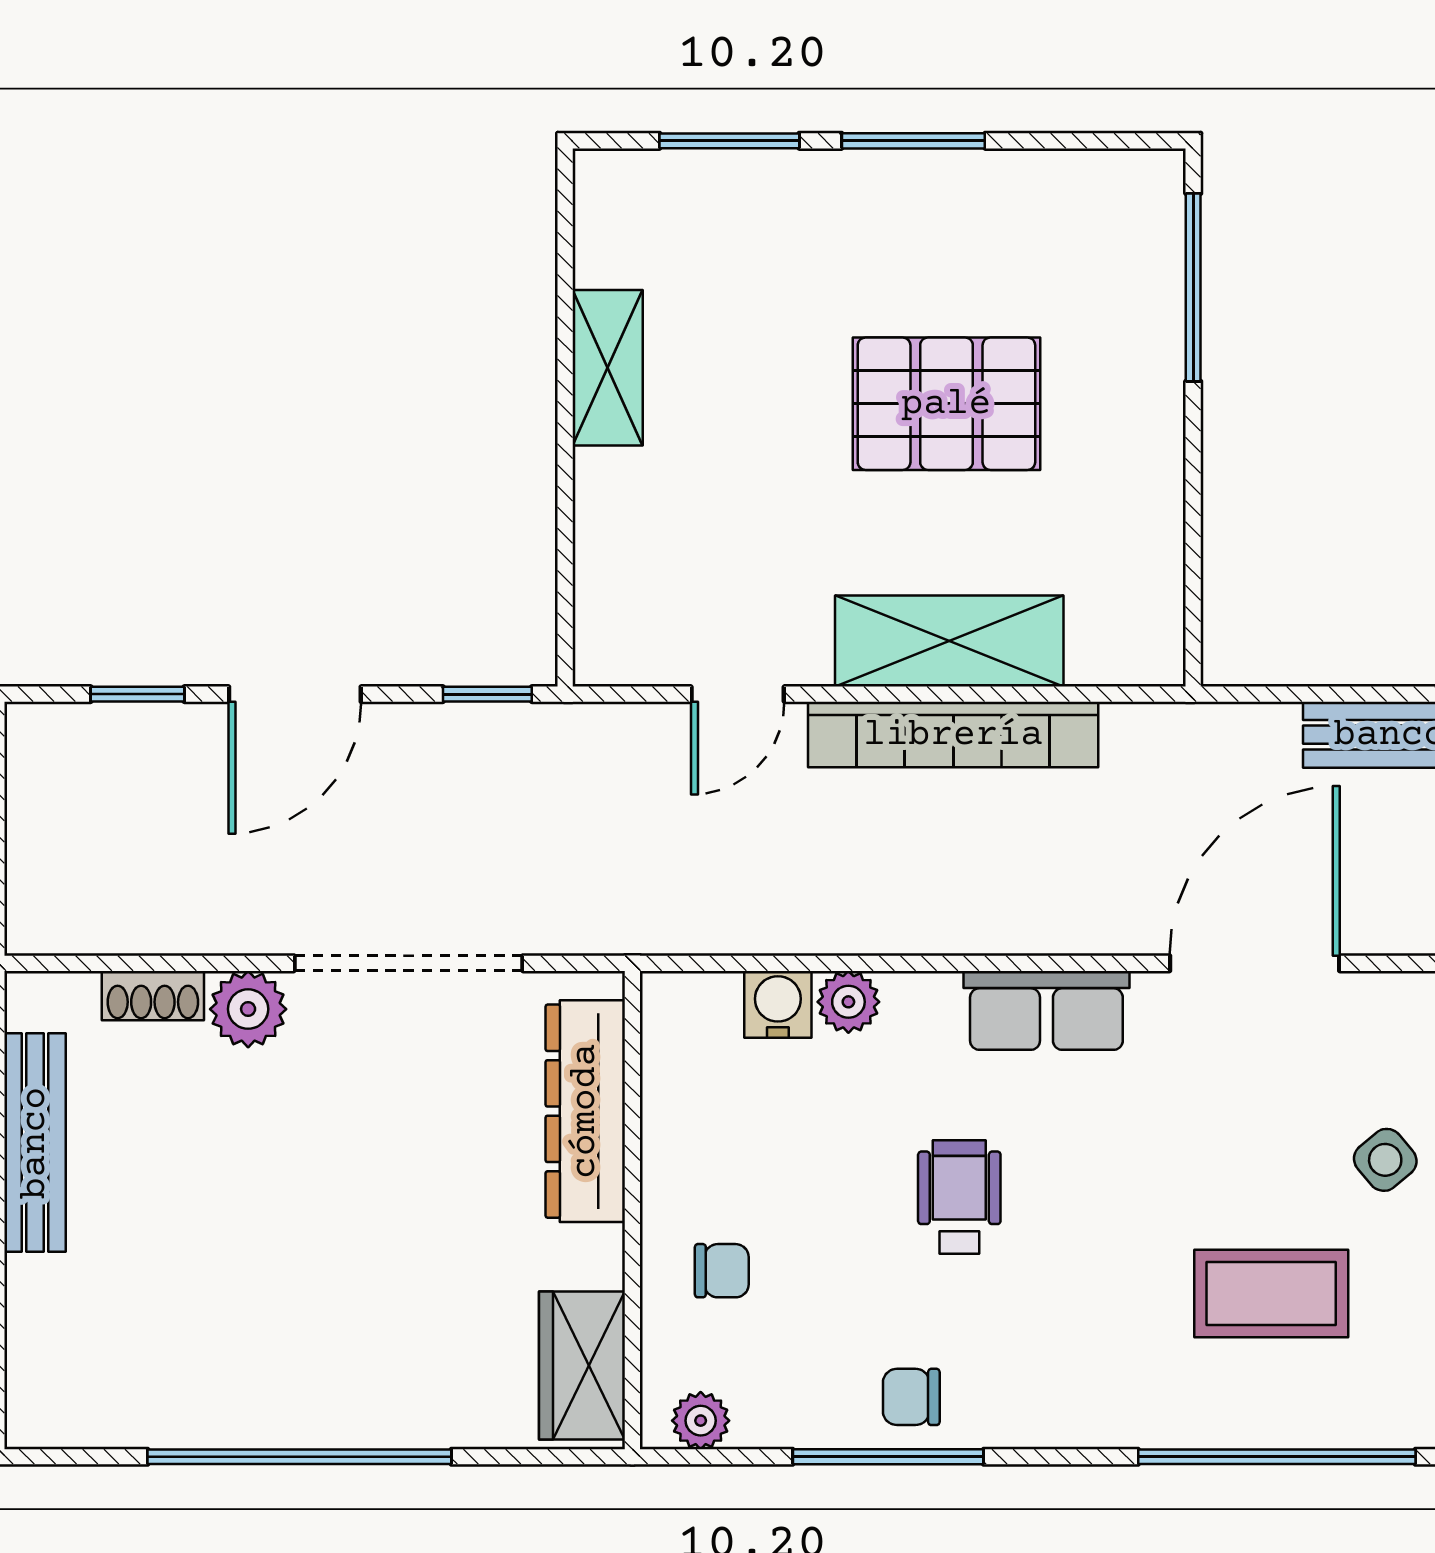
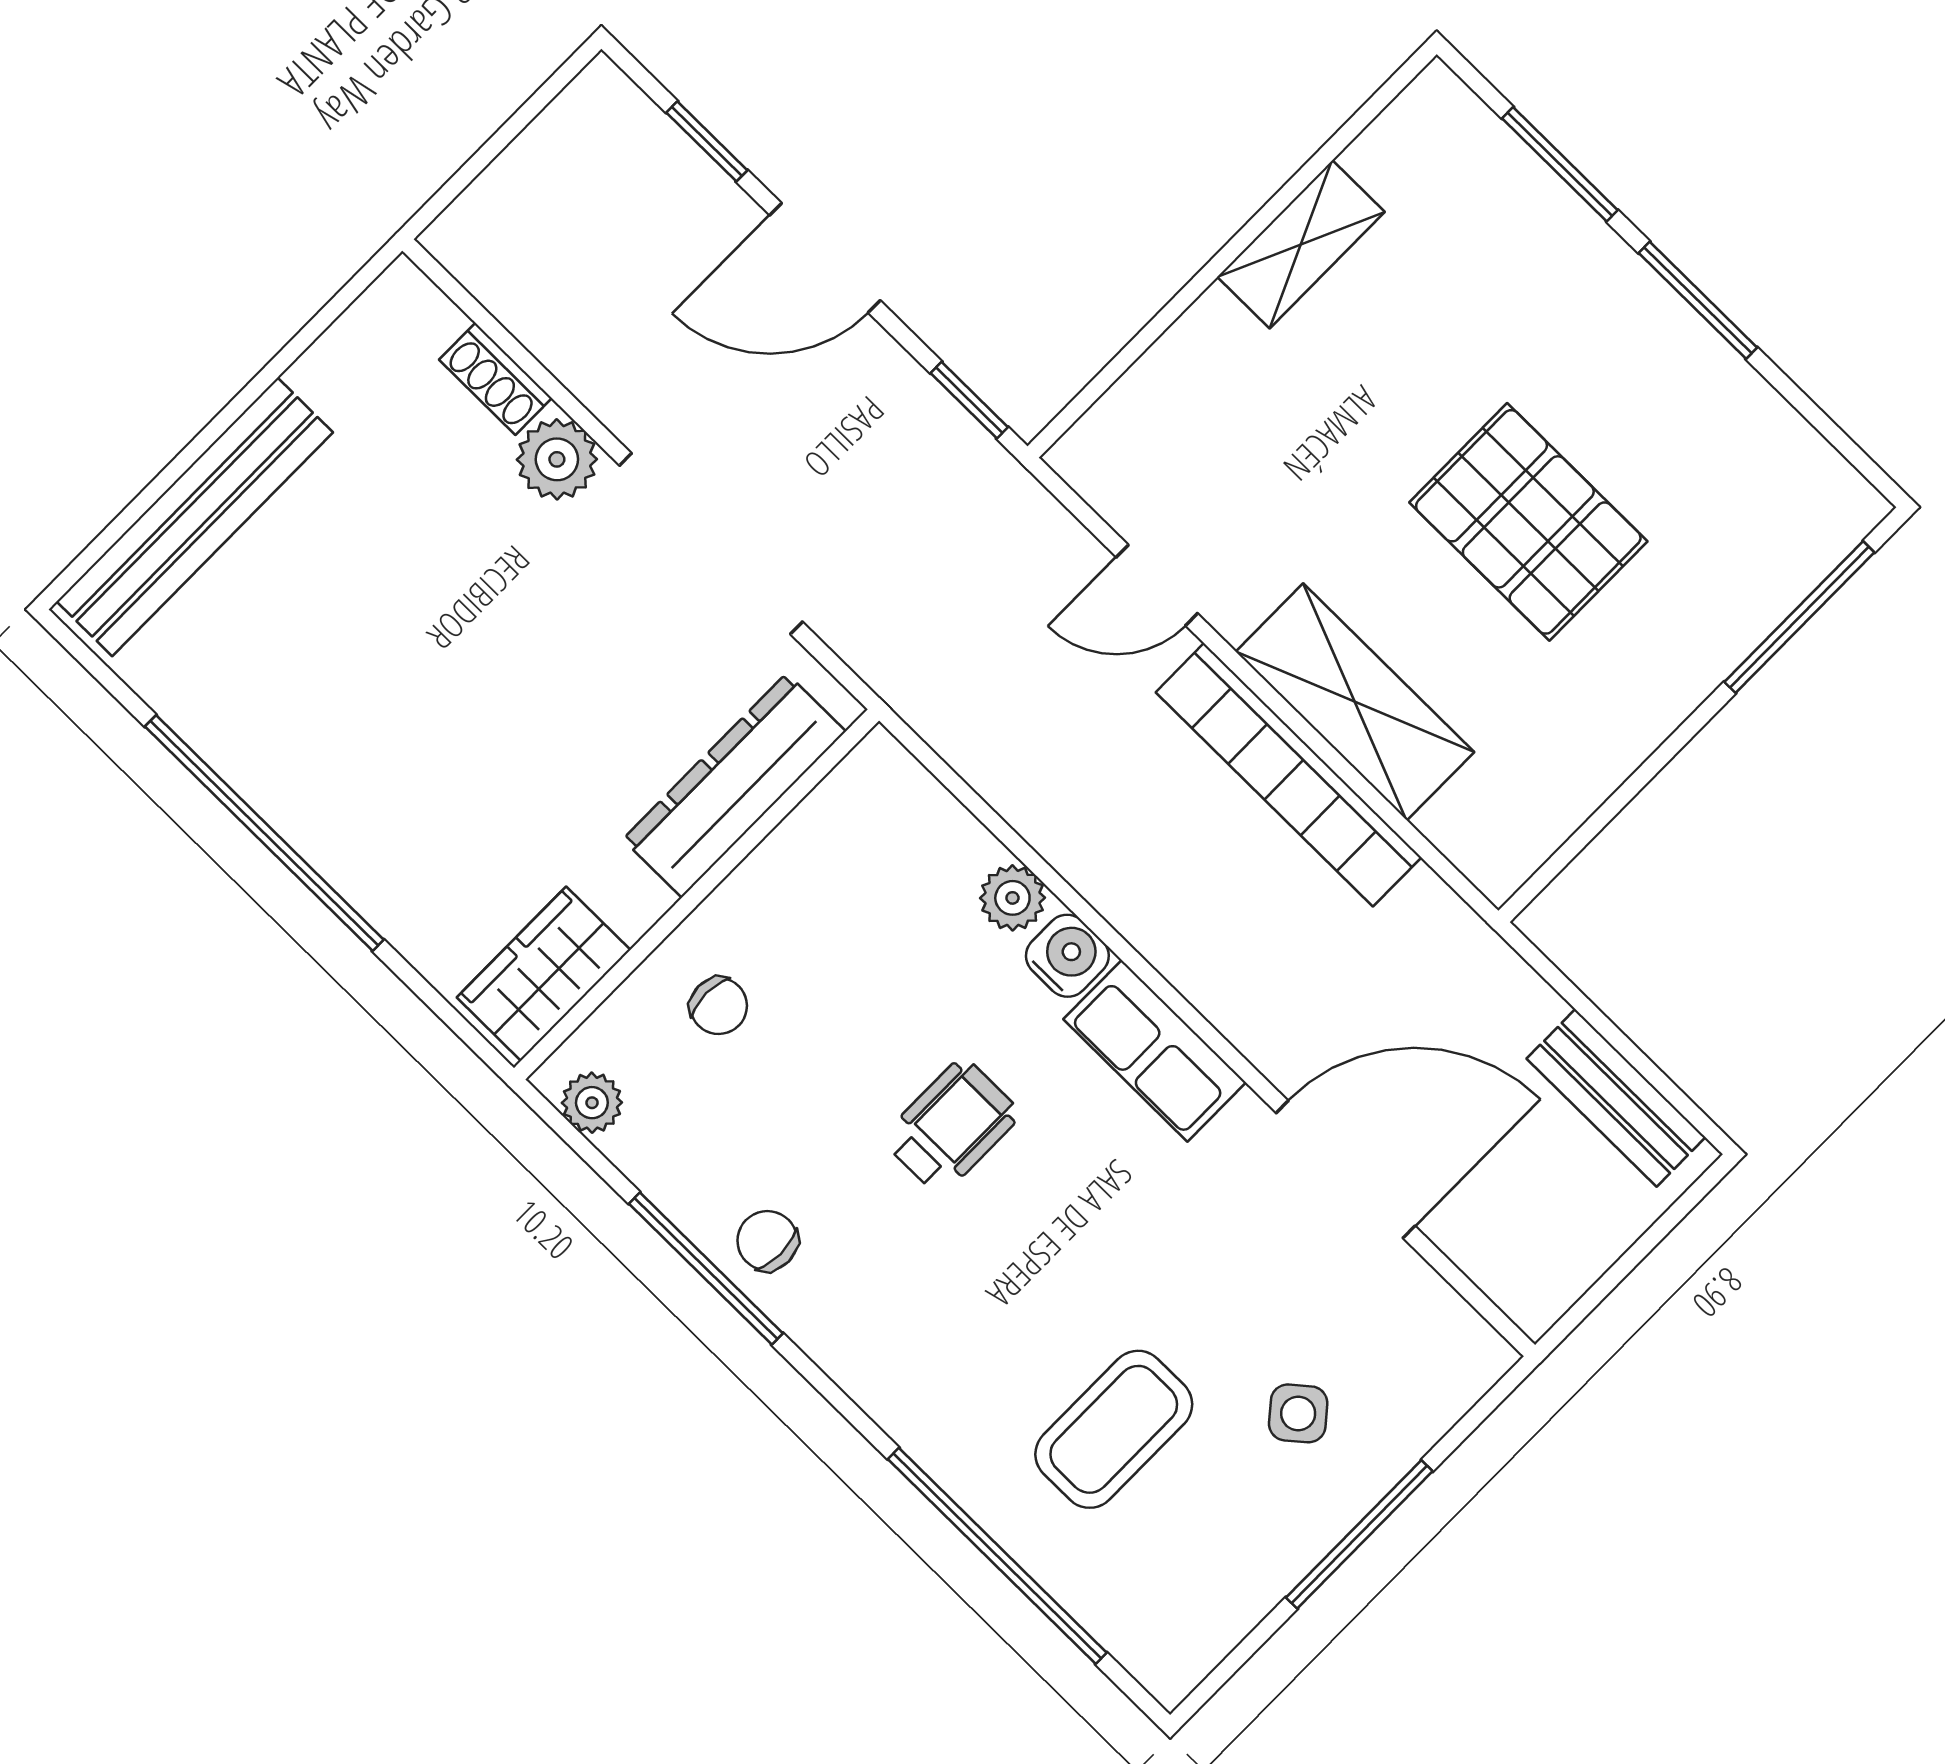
water cooler: (778, 1004) -> (1067, 956), moved
bench: (35, 1143) -> (195, 517), moved, width x1.37, depth x1.21
coffee table: (1271, 1294) -> (1114, 1429), turned 90

